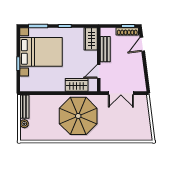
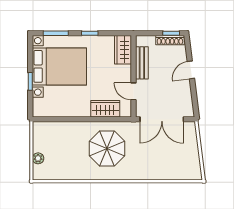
door: (142, 44) -> (191, 70), moved
door: (99, 71) -> (133, 91), hinge flipped
double door: (121, 93) -> (162, 119), width x1.37
bench: (24, 107) -> (38, 136), removed
parasol: (78, 116) -> (107, 148), width x0.73, depth x0.73

